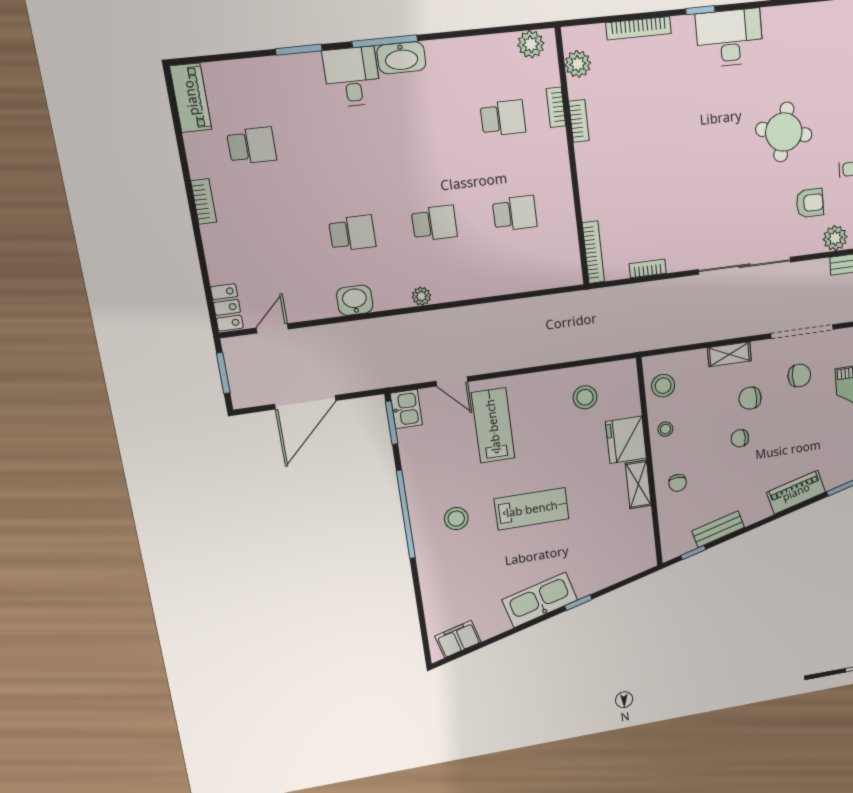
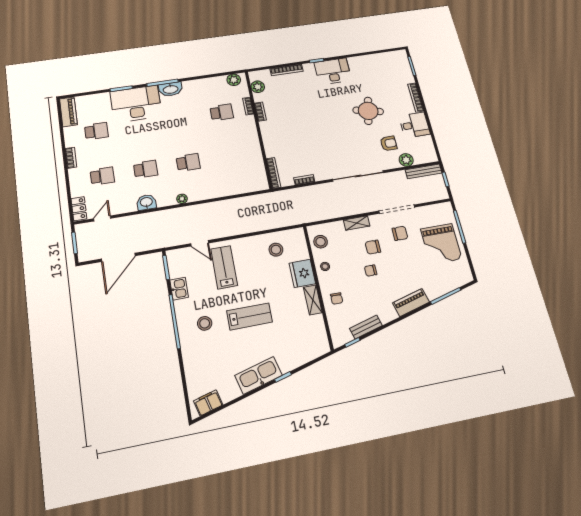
desk: (352, 77) -> (136, 104), width x1.87, depth x1.30
school desk: (515, 213) -> (102, 176), moved
kitchen sink: (406, 409) -> (179, 289), moved

